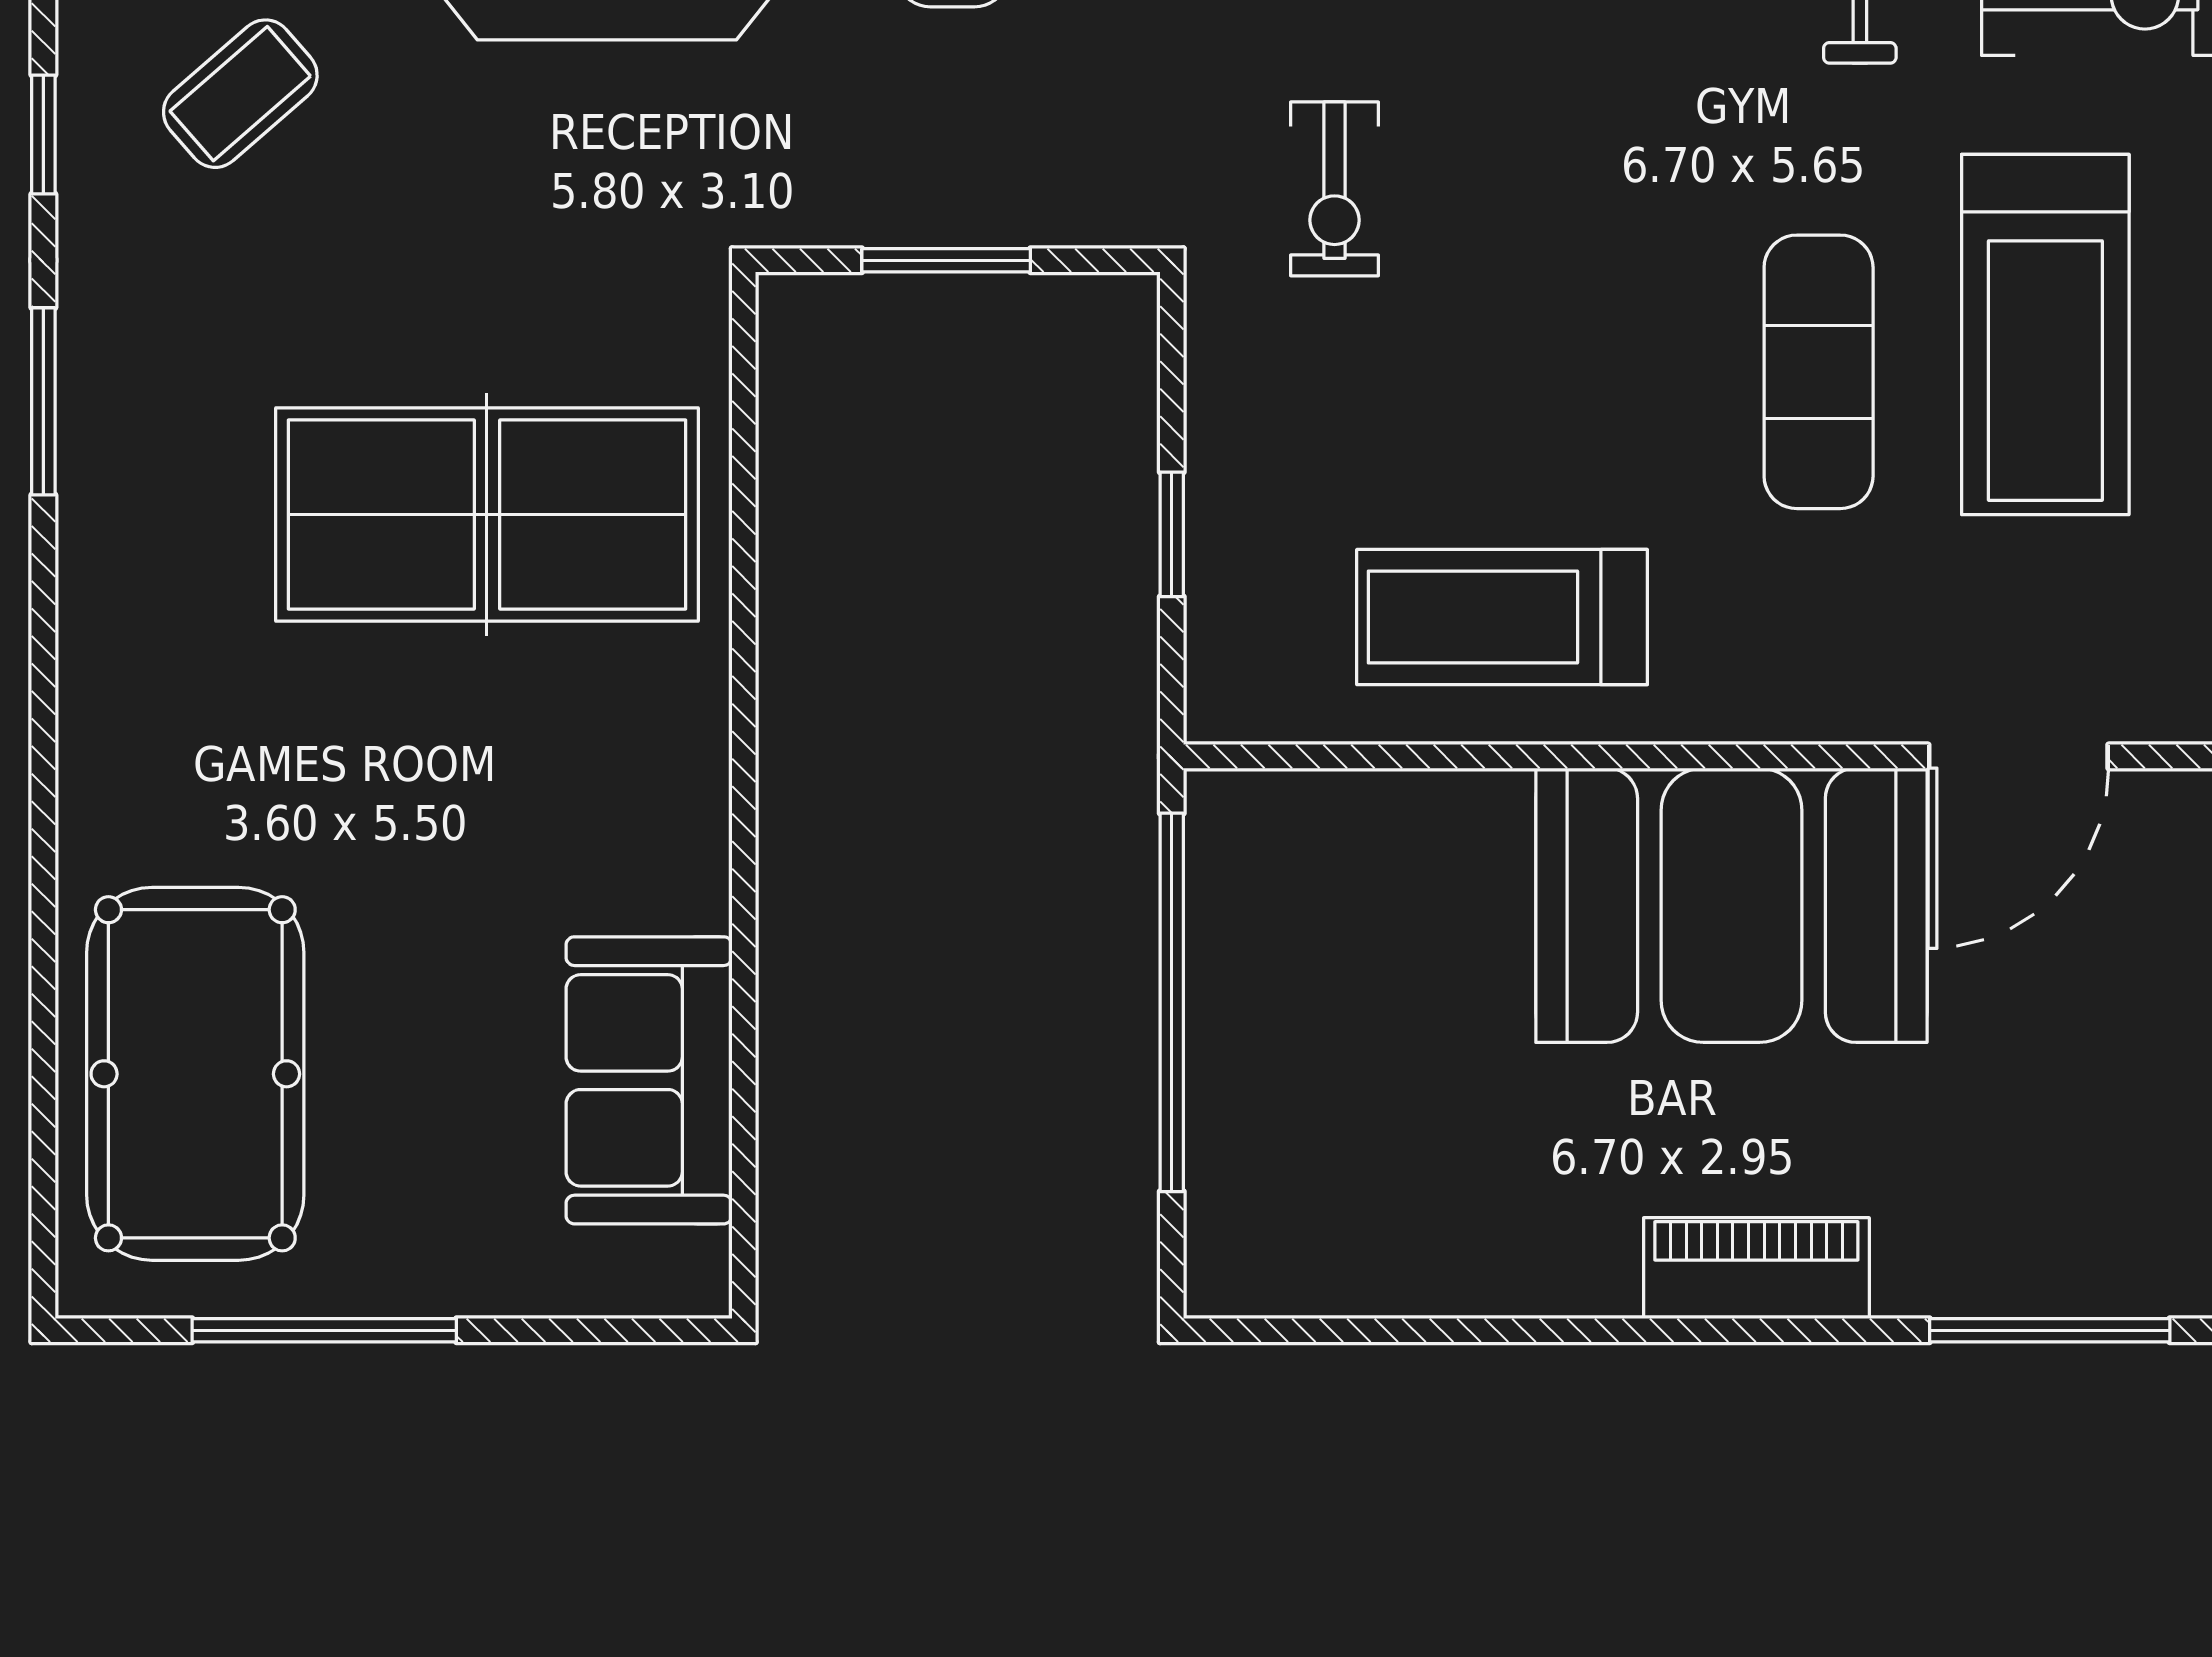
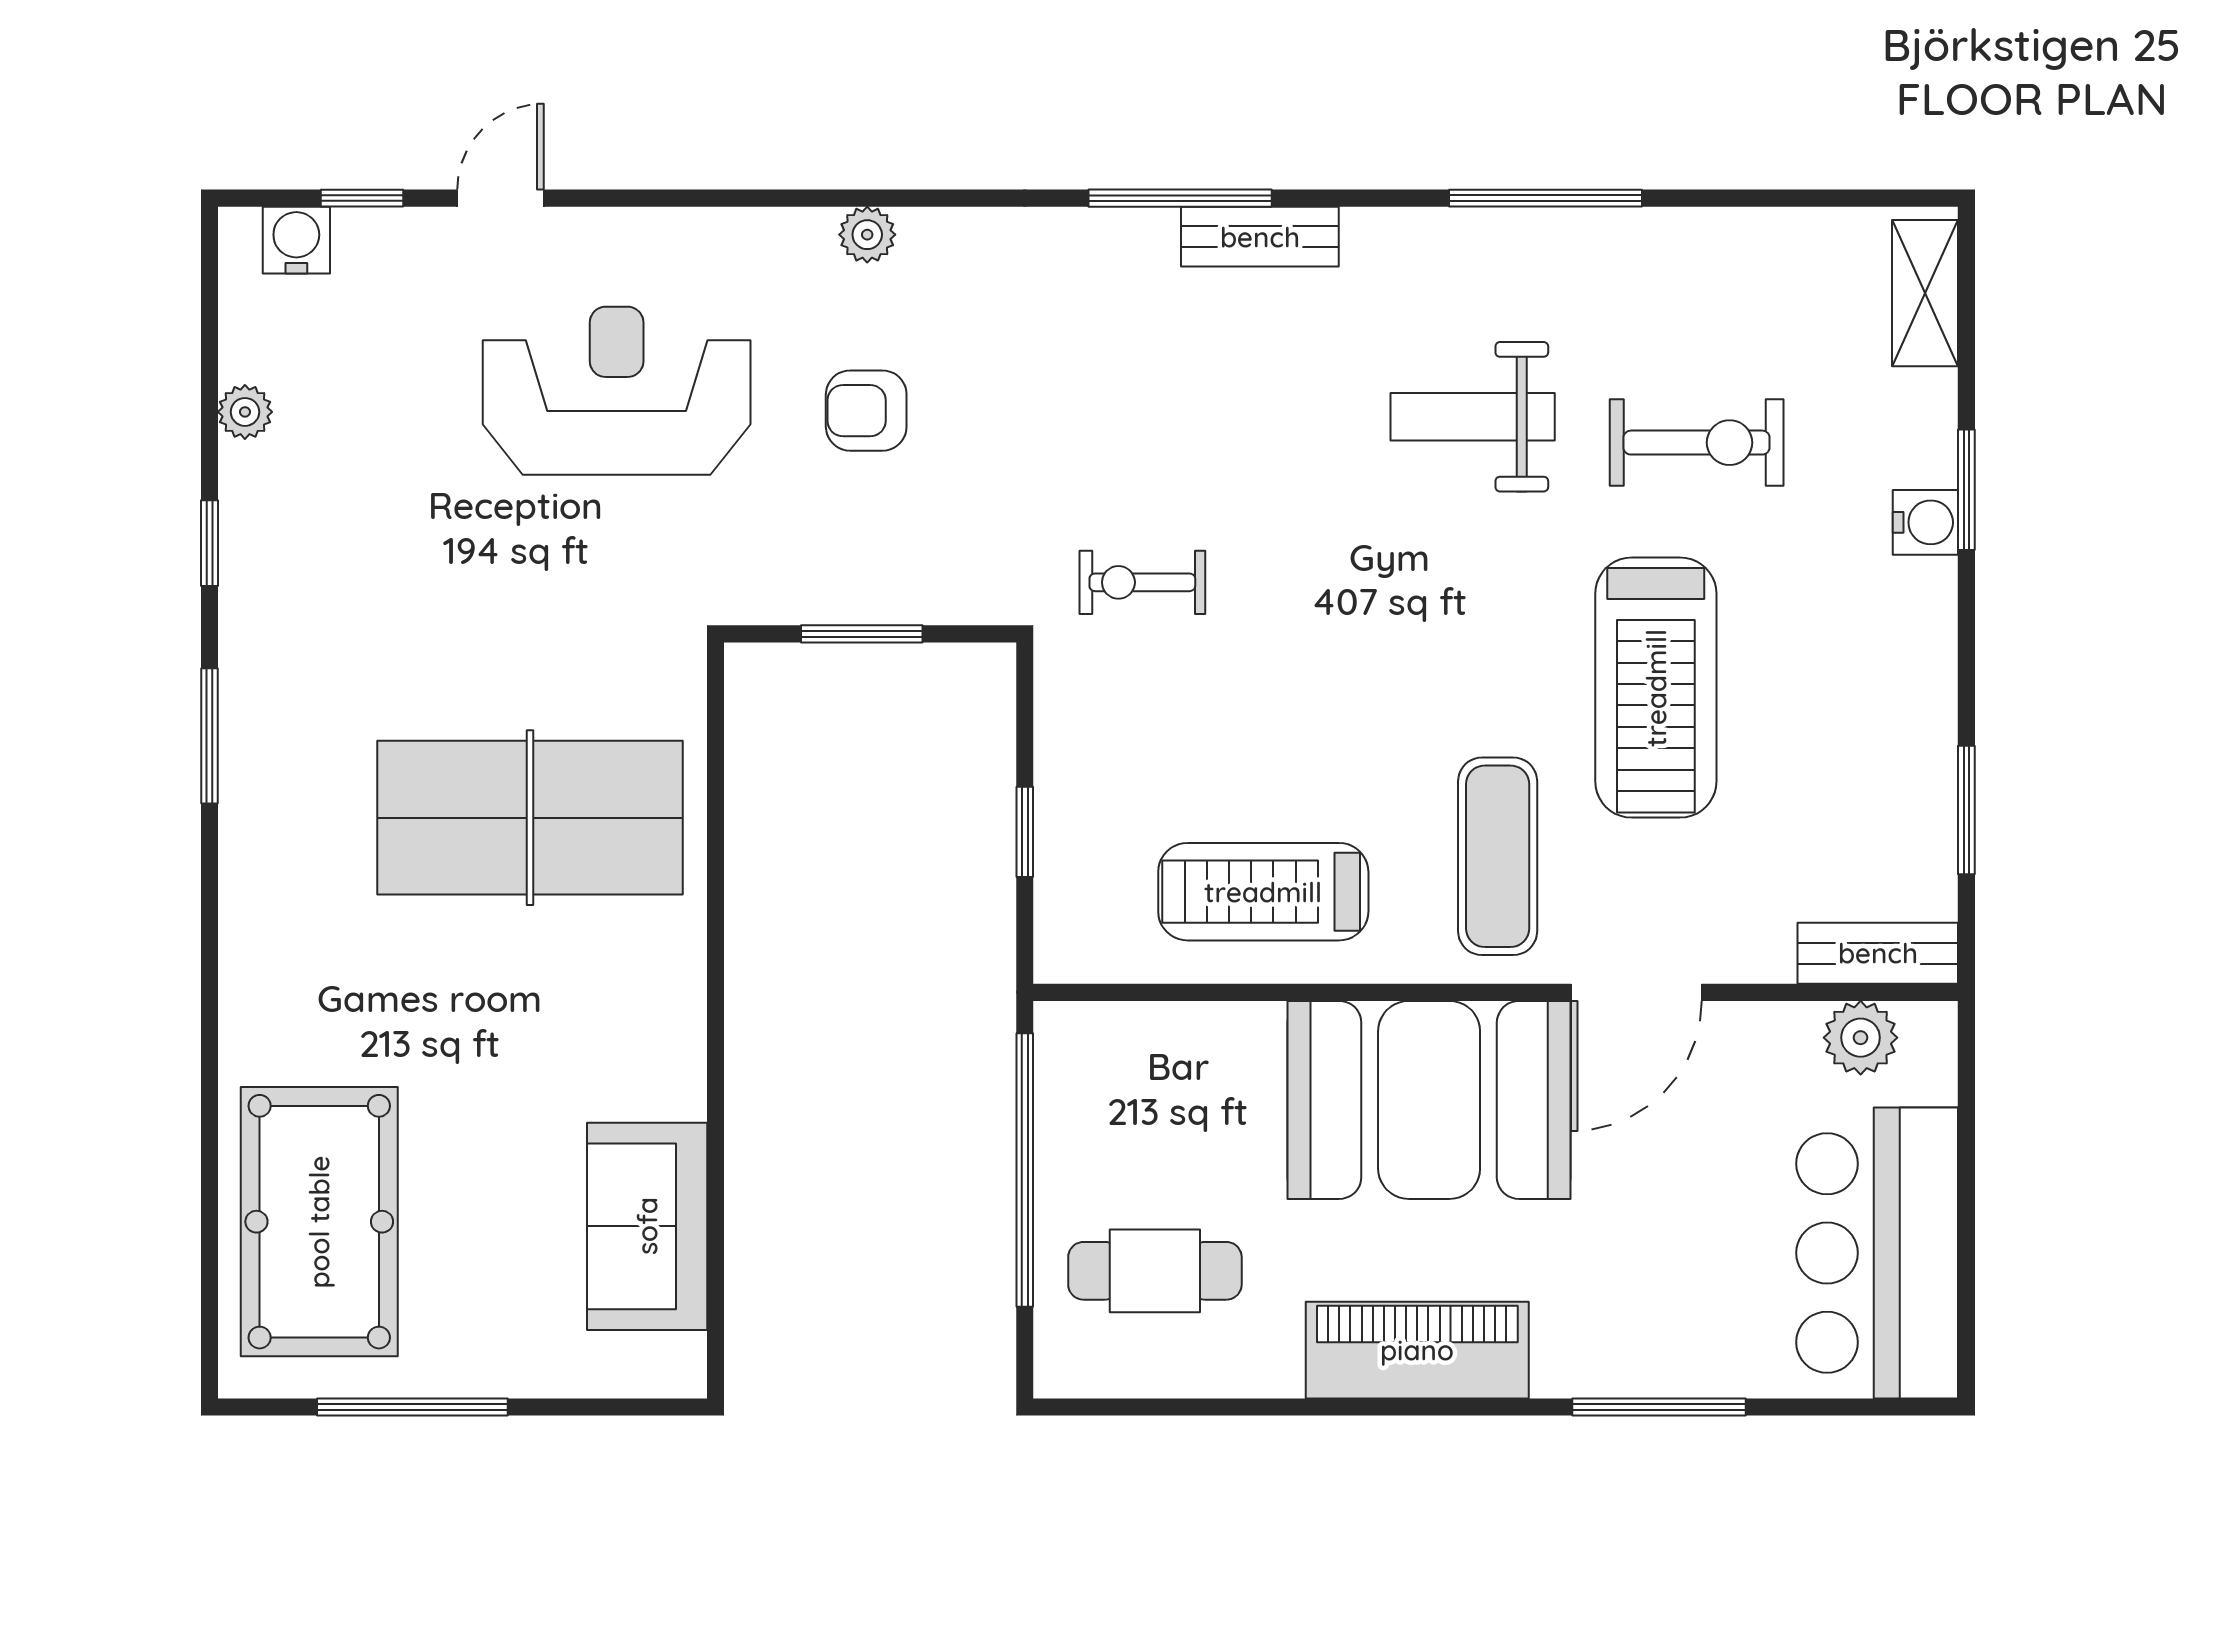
coffee table: (240, 94) -> (352, 514), removed
exercise bike: (1335, 189) -> (1142, 582), turned 90
exercise mat: (1819, 372) -> (1498, 856), moved
cafe table: (1352, 1142) -> (1155, 1271), added
piano: (1756, 1268) -> (1417, 1350), width x1.37, depth x1.33

